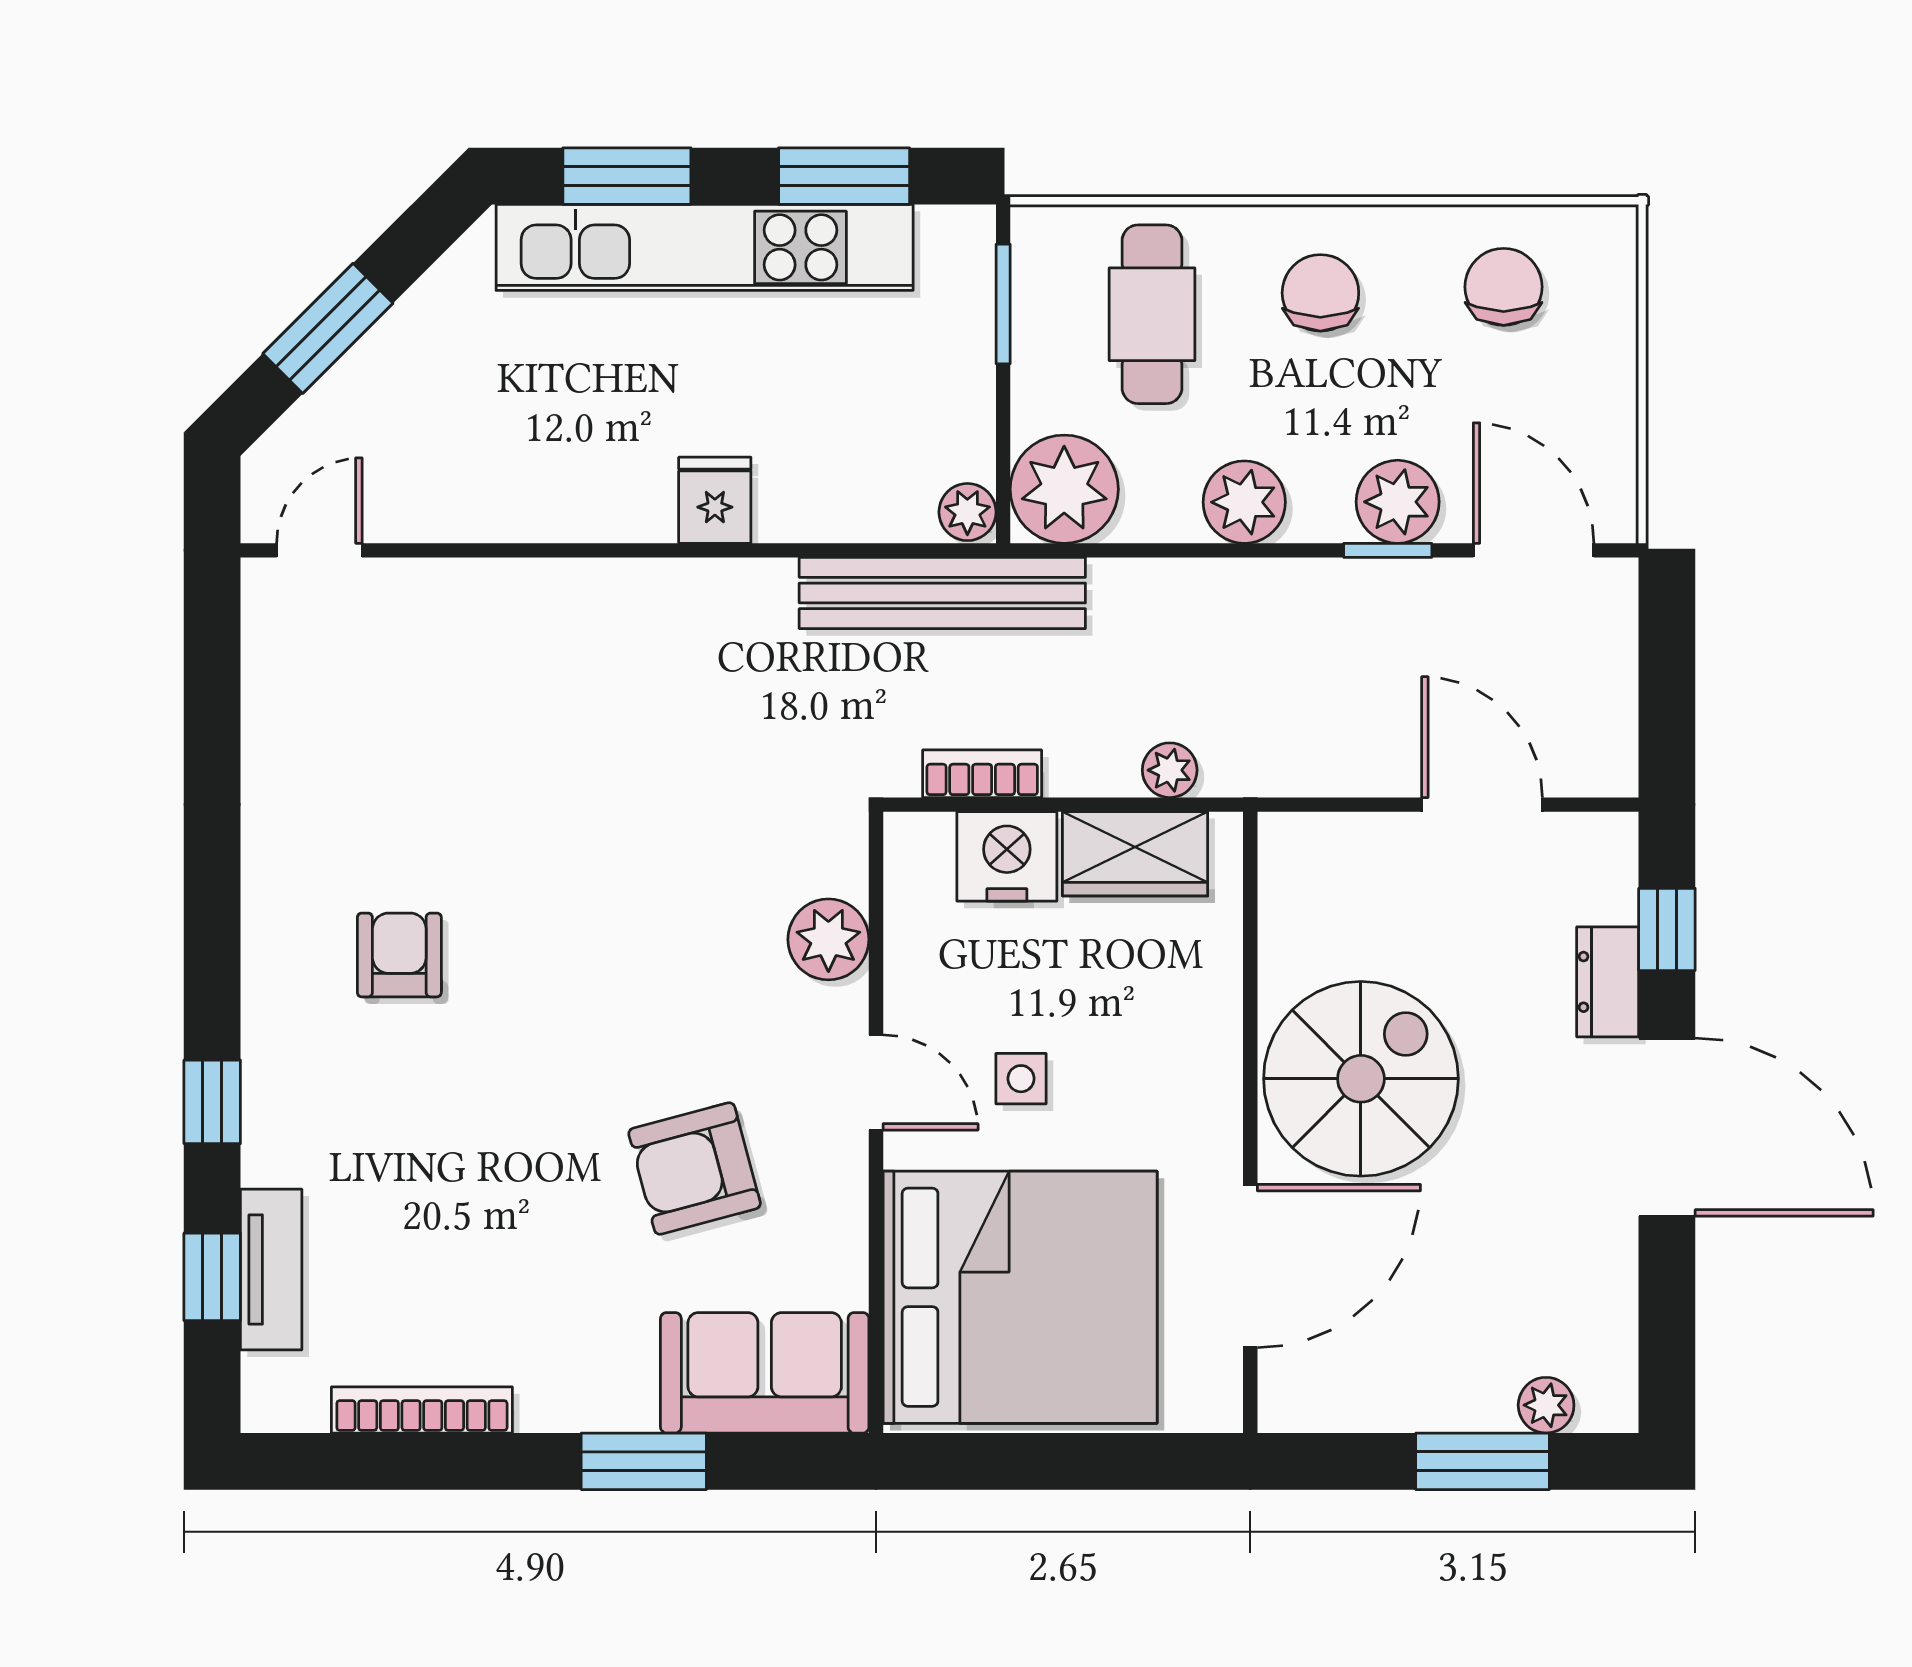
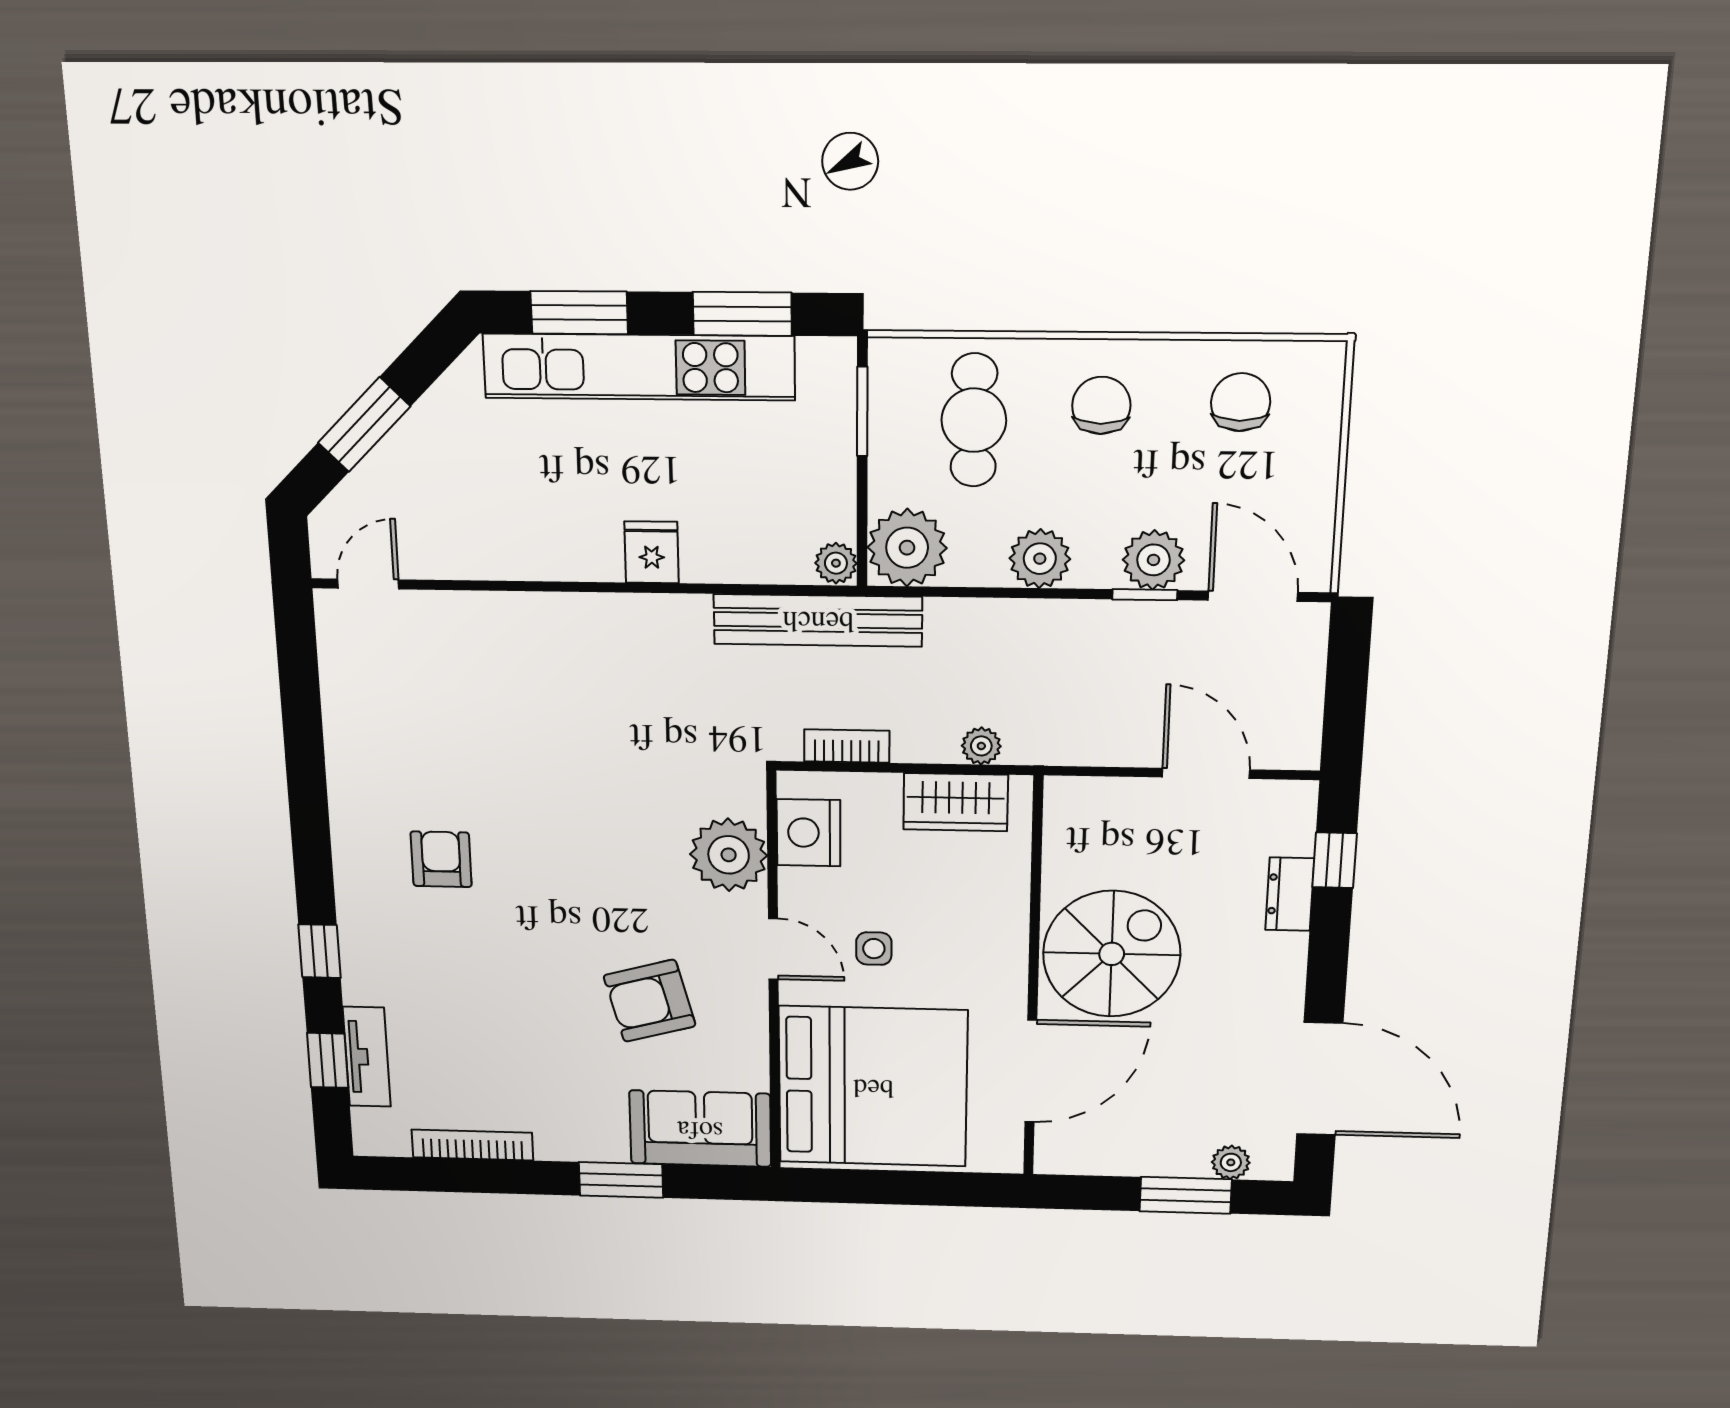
nightstand: (1007, 856) -> (809, 833), moved, turned -90
plant: (828, 939) -> (729, 855), width x1.36, depth x1.36
door: (1667, 1127) -> (1320, 1079), moved

